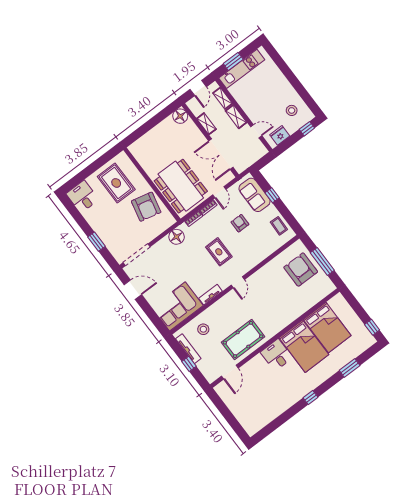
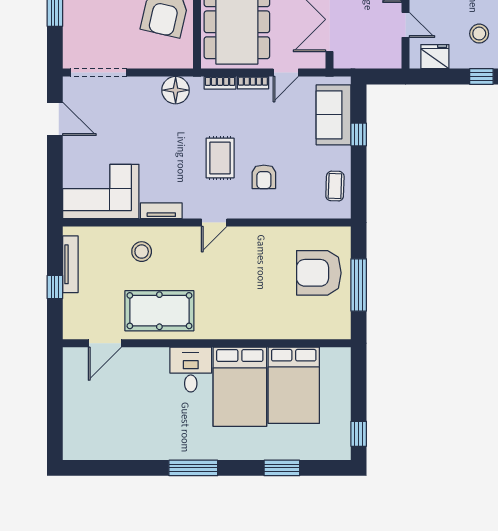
armchair: (240, 223) -> (264, 177), moved, turned 180
armchair: (301, 270) -> (319, 273), turned -90
stool: (203, 329) -> (142, 252), moved
window: (310, 398) -> (193, 468), width x2.17

